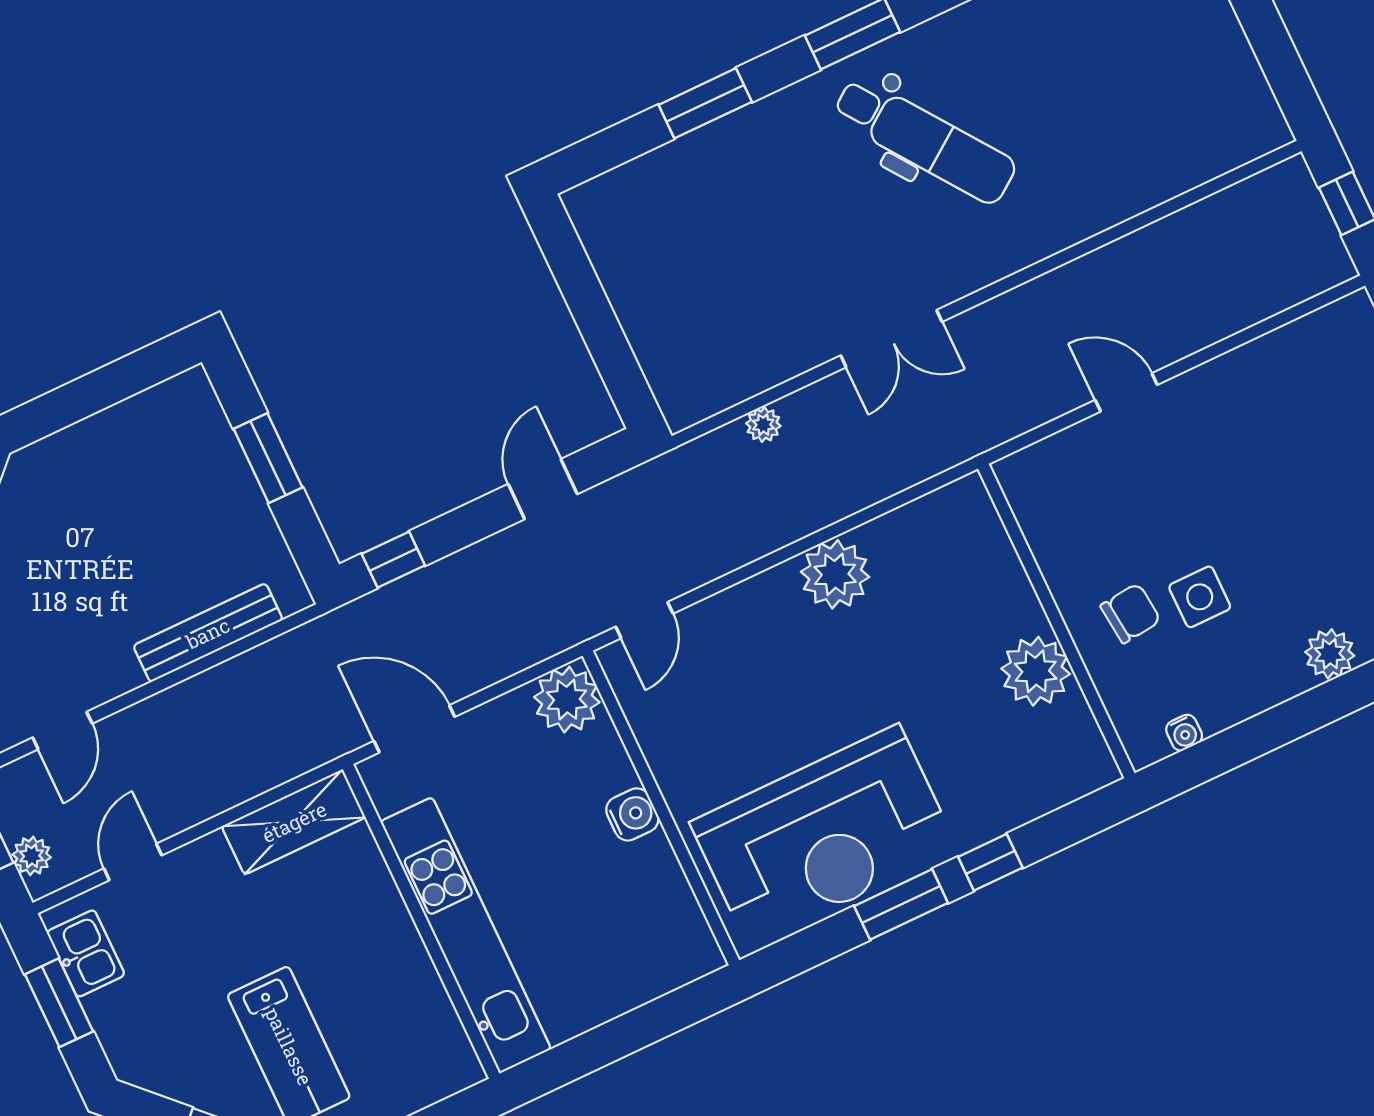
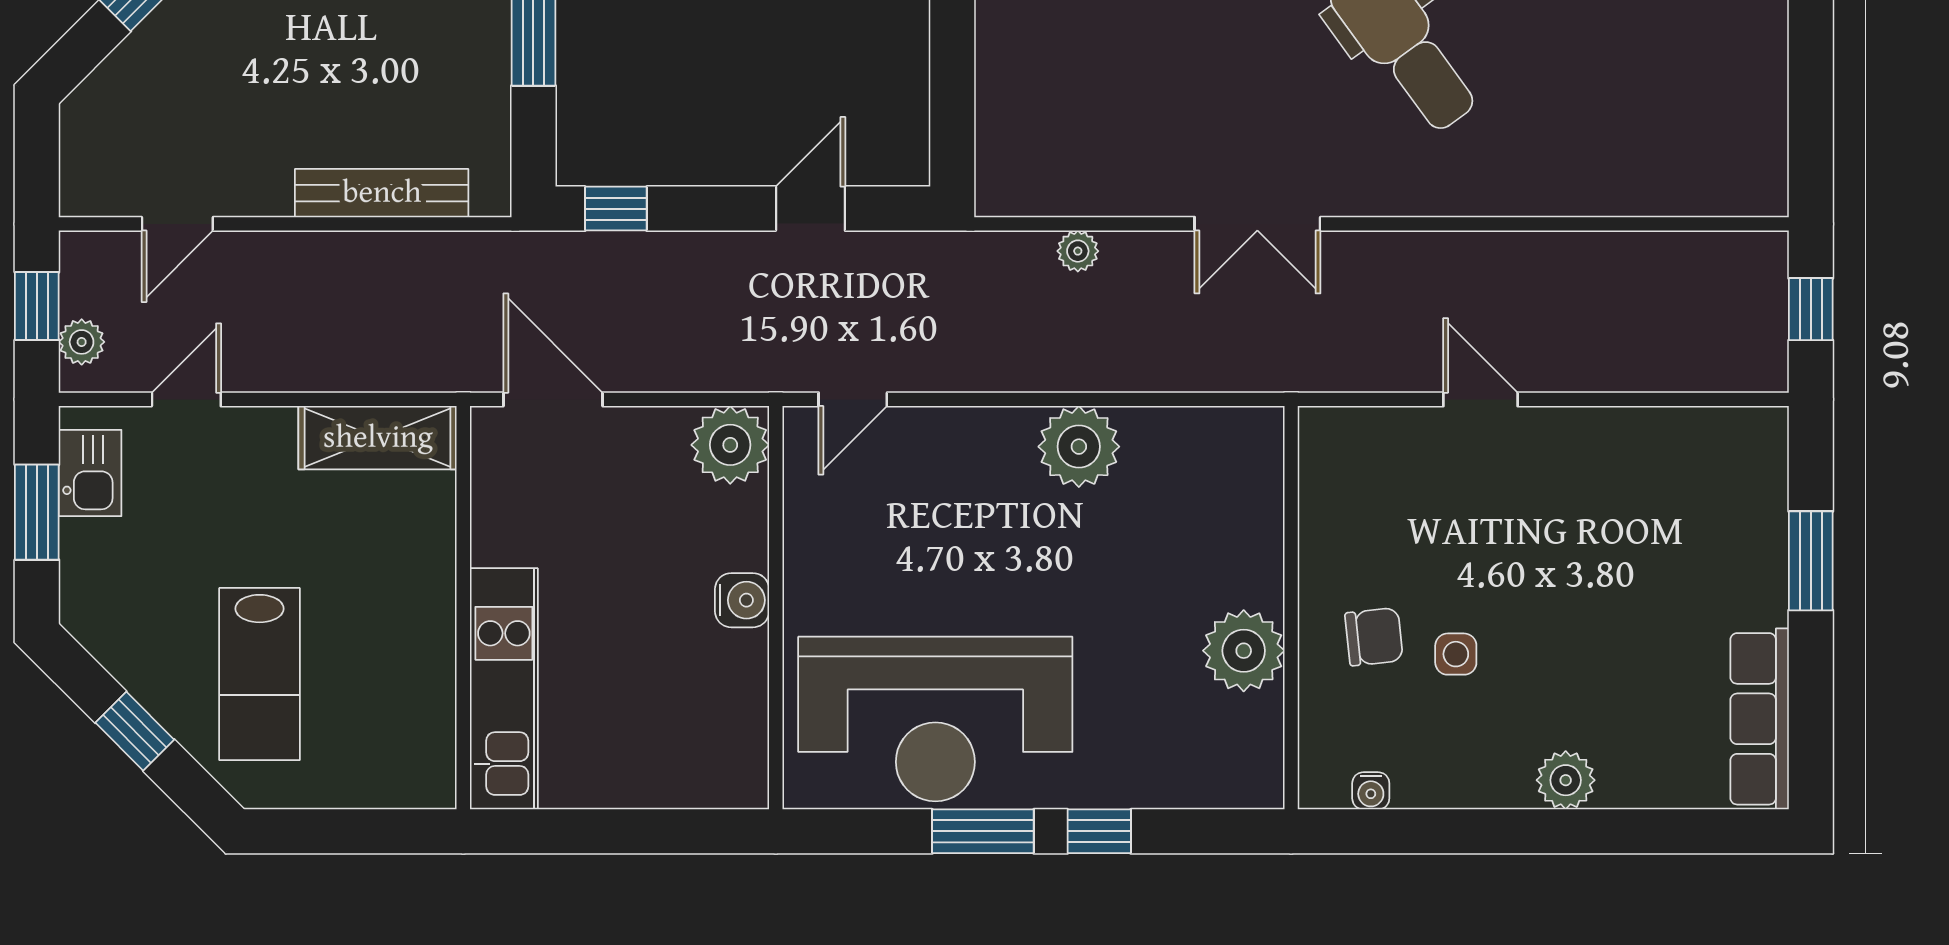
side table: (1200, 597) -> (1456, 654), width x0.73, depth x0.73
kitchen unit: (466, 935) -> (504, 689), width x0.73

